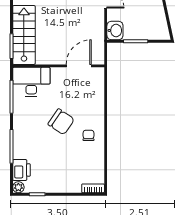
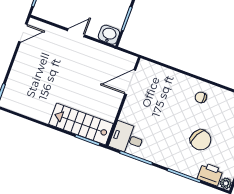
door: (79, 66) -> (130, 82), hinge flipped
desk: (31, 82) -> (127, 138), width x0.73
chair: (61, 122) -> (201, 140), moved, turned 84

